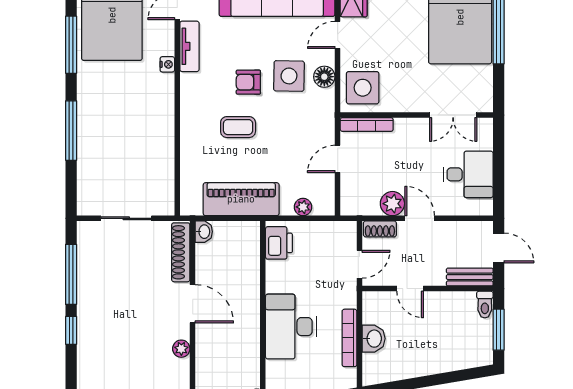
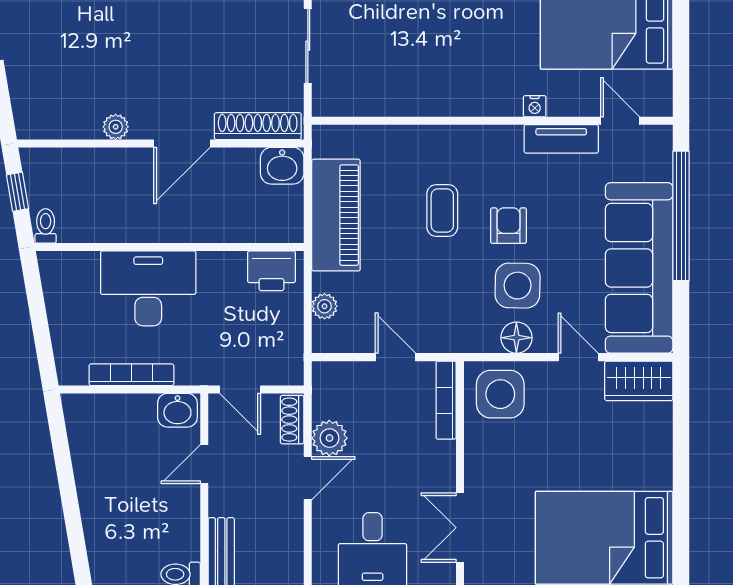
washbasin: (204, 232) -> (282, 166), width x1.38, depth x1.45
washbasin: (374, 339) -> (177, 410), moved

